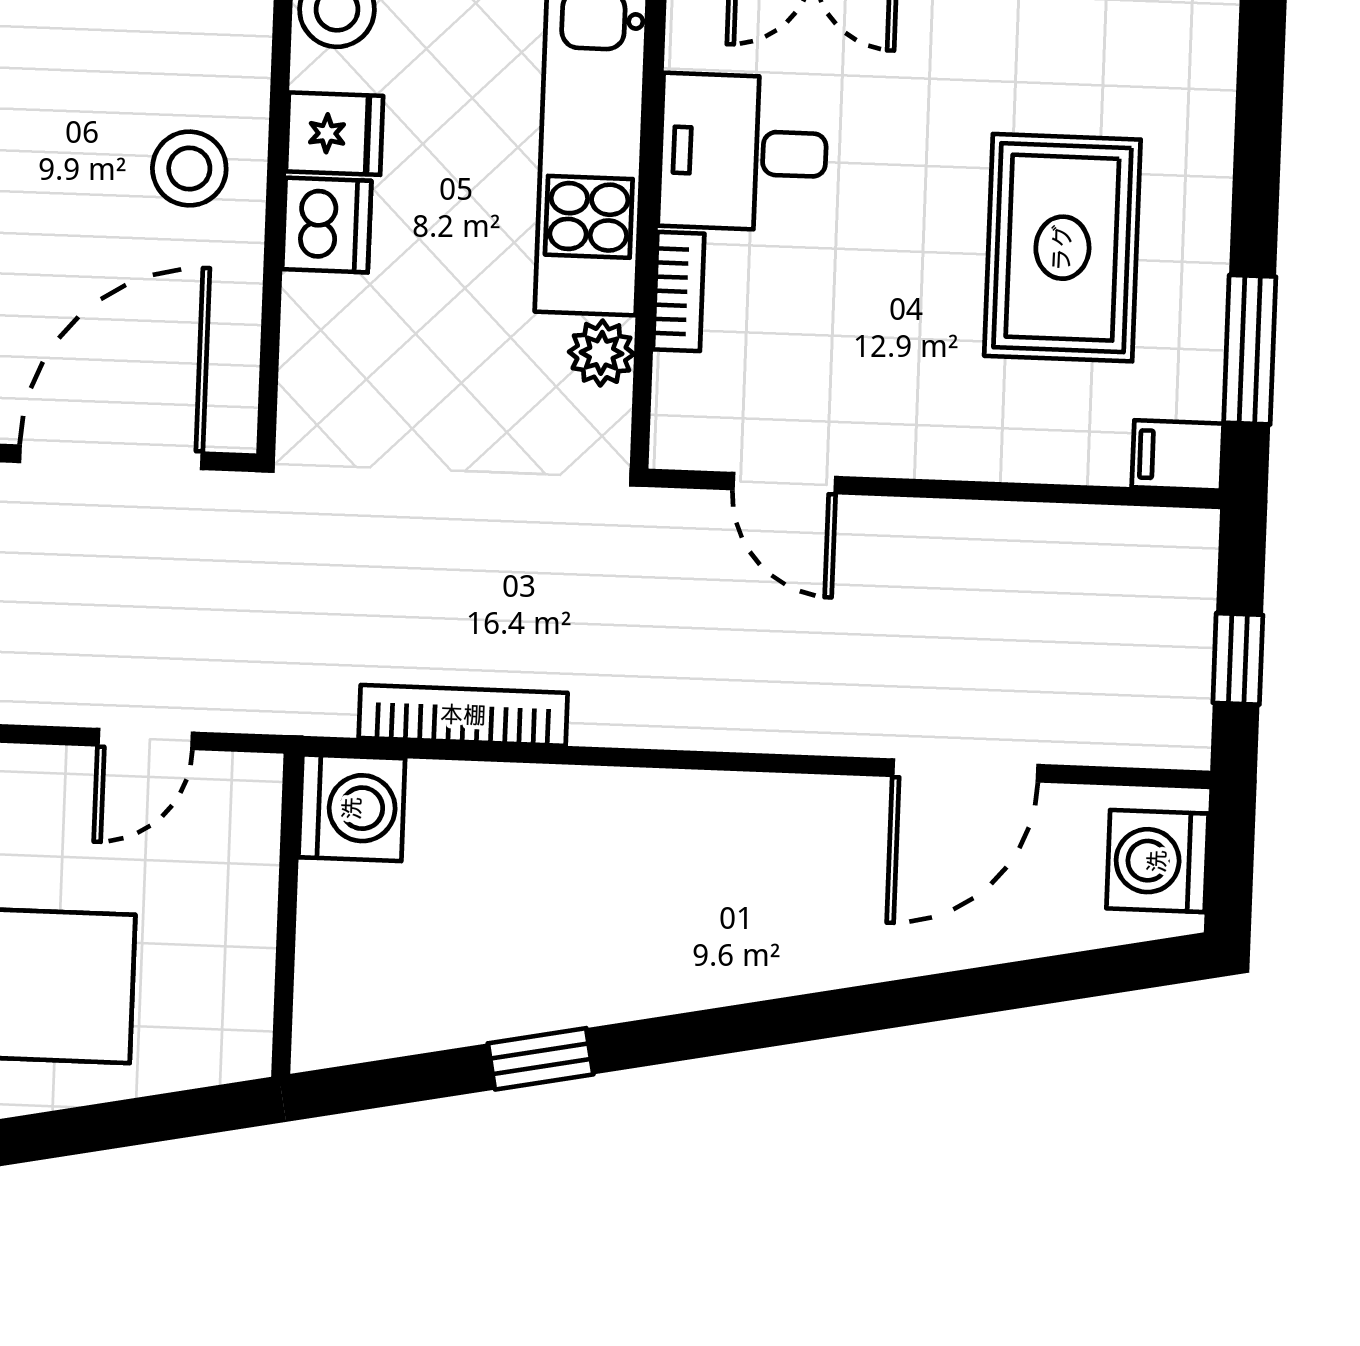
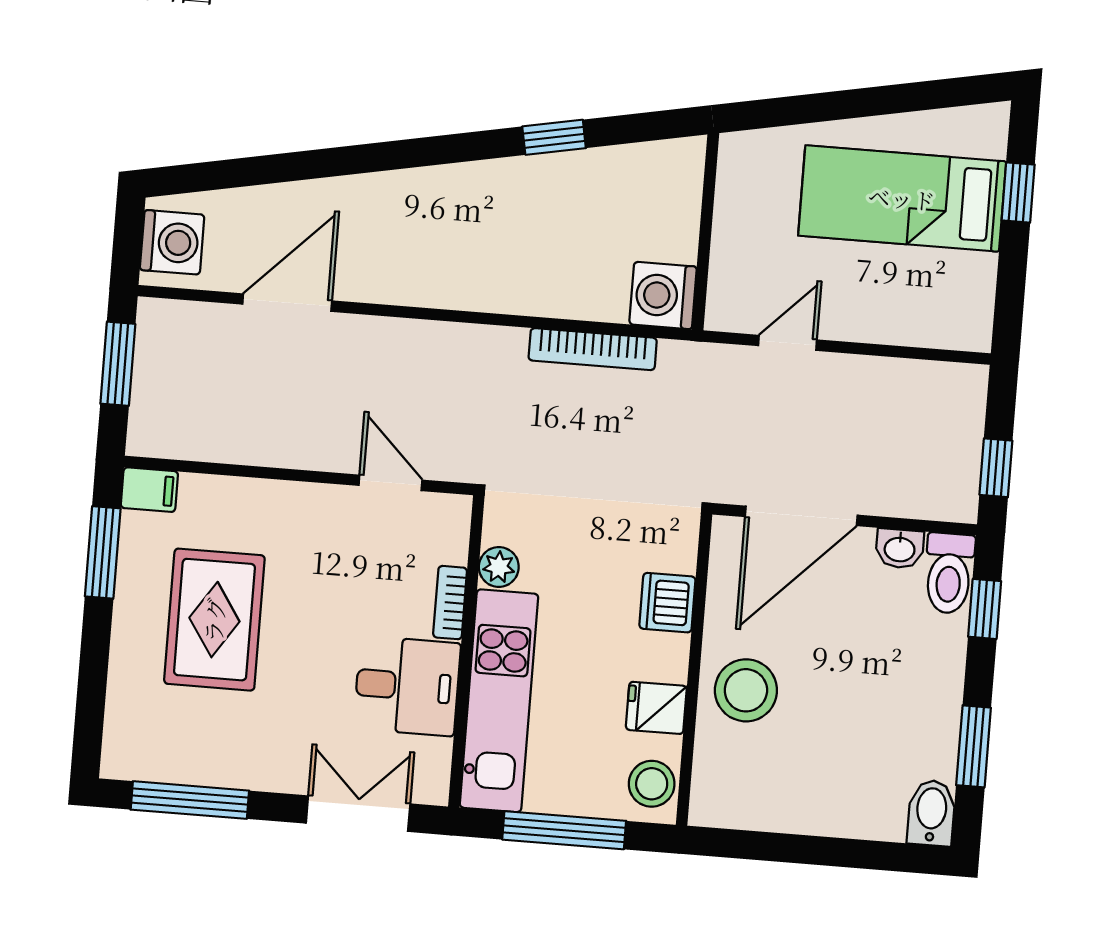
stool: (189, 169) -> (746, 690), width x1.38, depth x1.38
dishwasher: (327, 225) -> (667, 603), moved
window: (1238, 659) -> (118, 364), width x1.50

